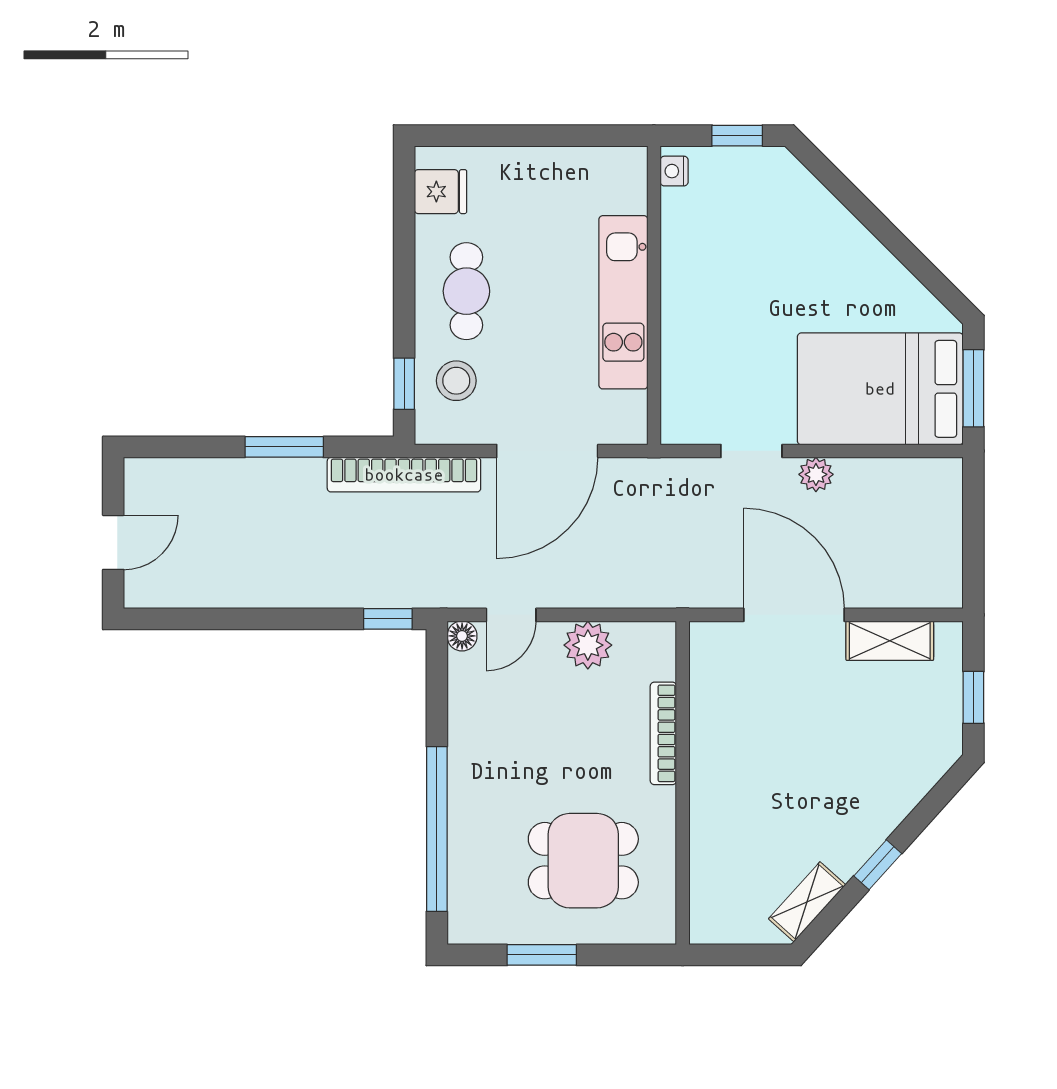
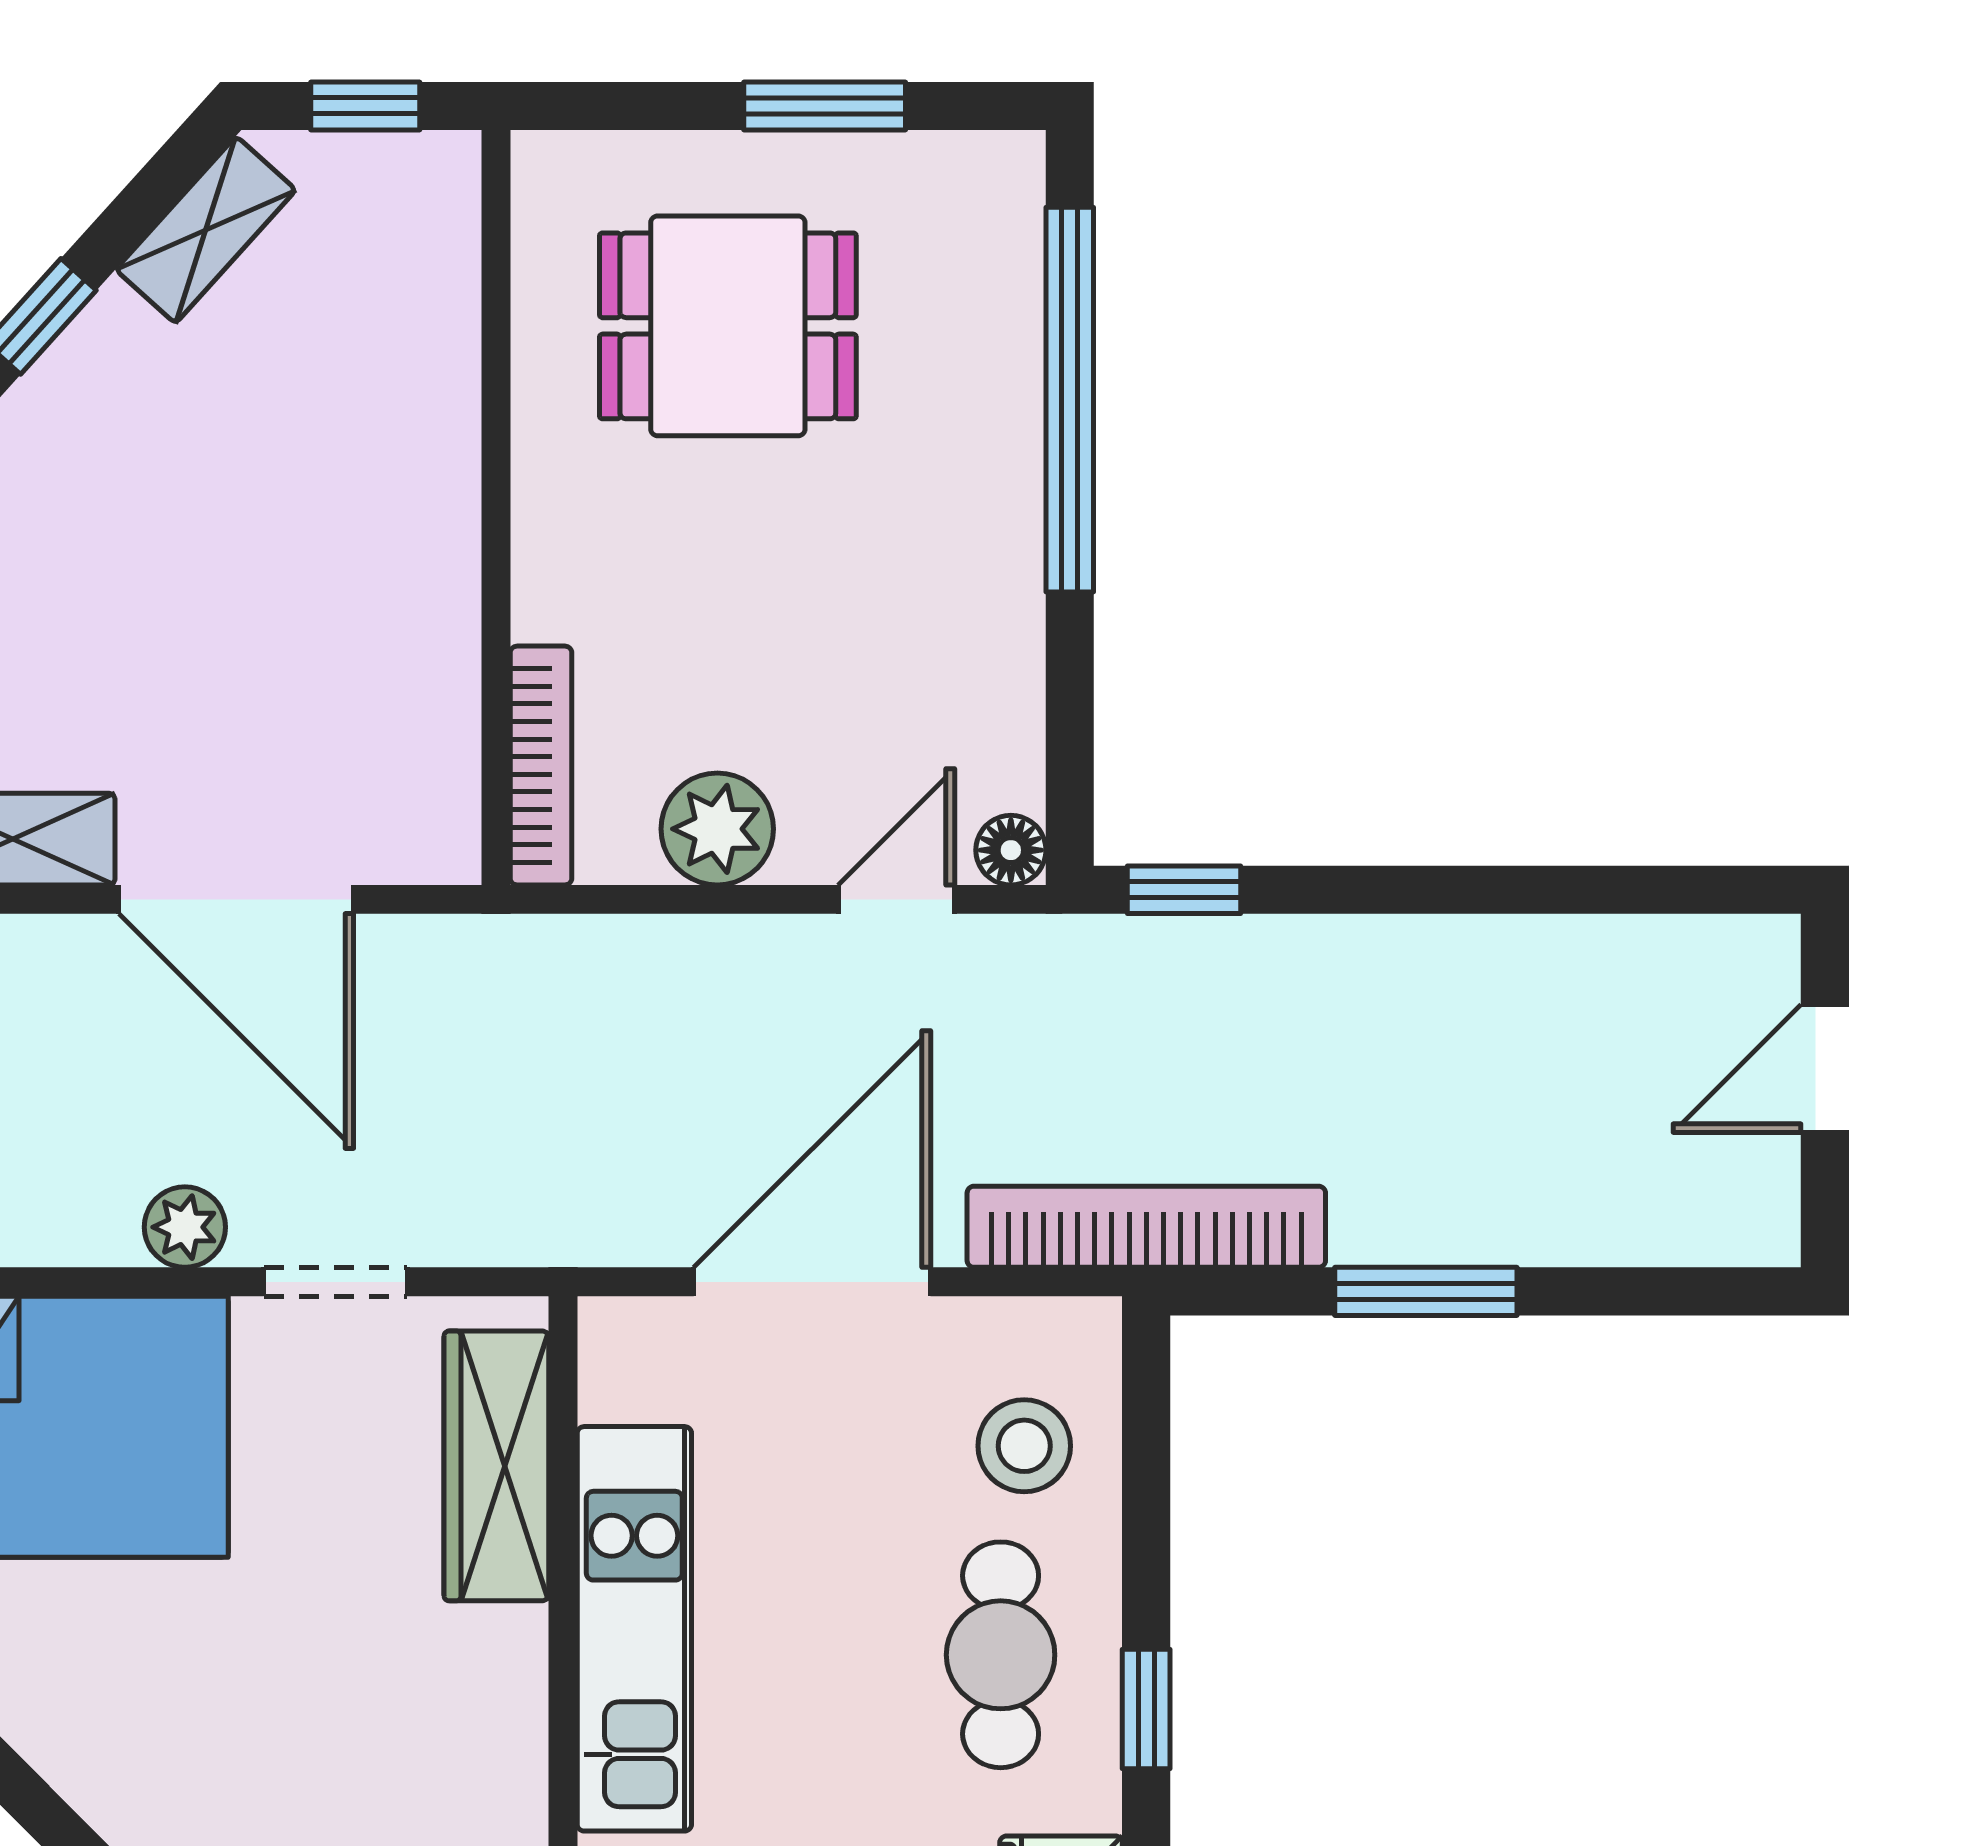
wardrobe: (682, 372) -> (496, 1466), added
window: (404, 384) -> (1146, 1709), moved
bookcase: (663, 733) -> (541, 766), moved
window: (739, 955) -> (365, 106), added

